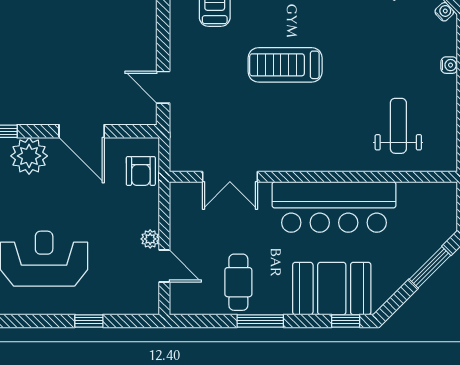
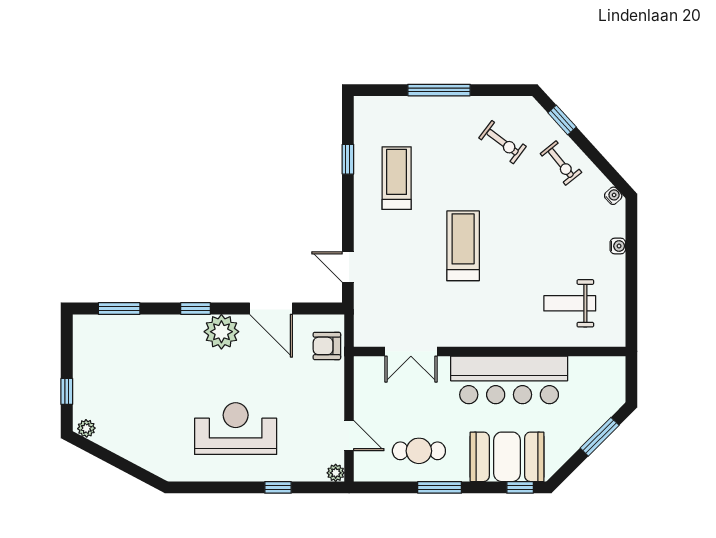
treadmill: (285, 65) -> (463, 246), turned 90
weight bench: (398, 126) -> (570, 303), turned -90
armchair: (141, 171) -> (327, 346), turned 90
plant: (150, 239) -> (336, 473), moved
cafe table: (238, 282) -> (419, 451), turned 90

